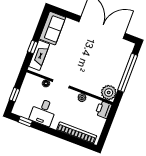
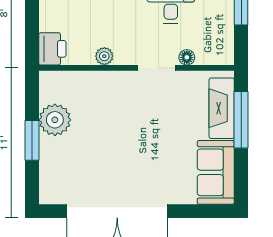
window: (33, 47) -> (241, 120), width x2.17
window: (128, 73) -> (32, 140), width x0.47
plant: (109, 93) -> (55, 120), moved

